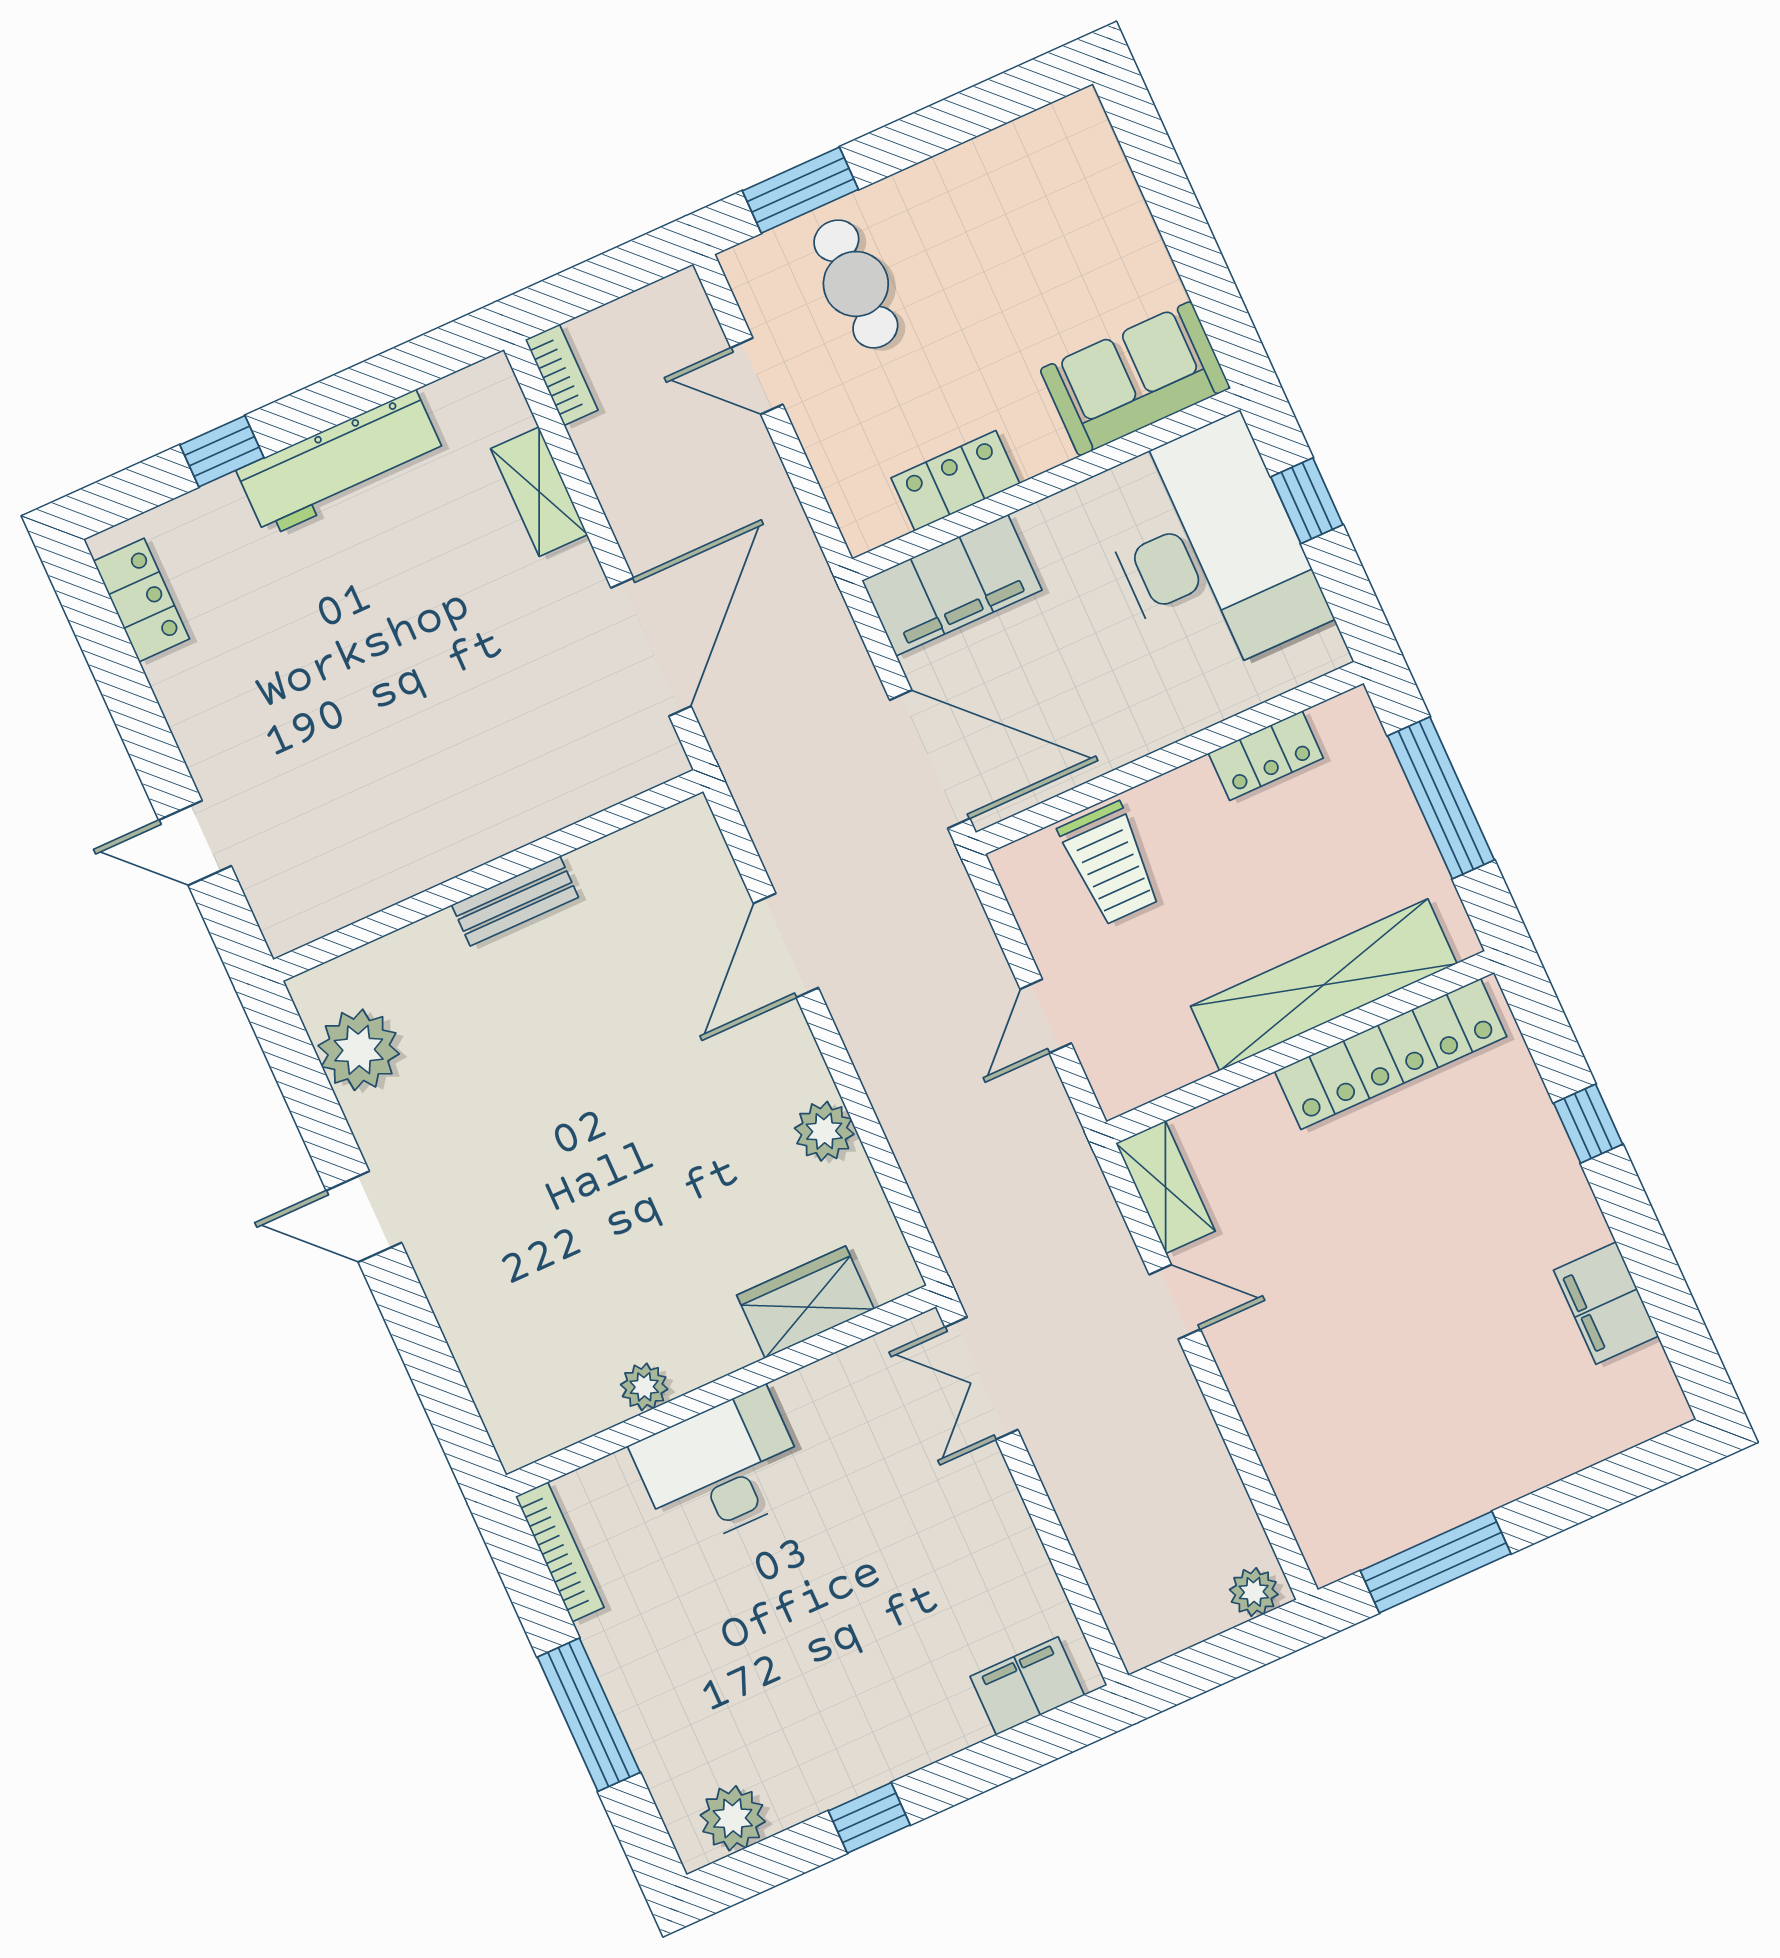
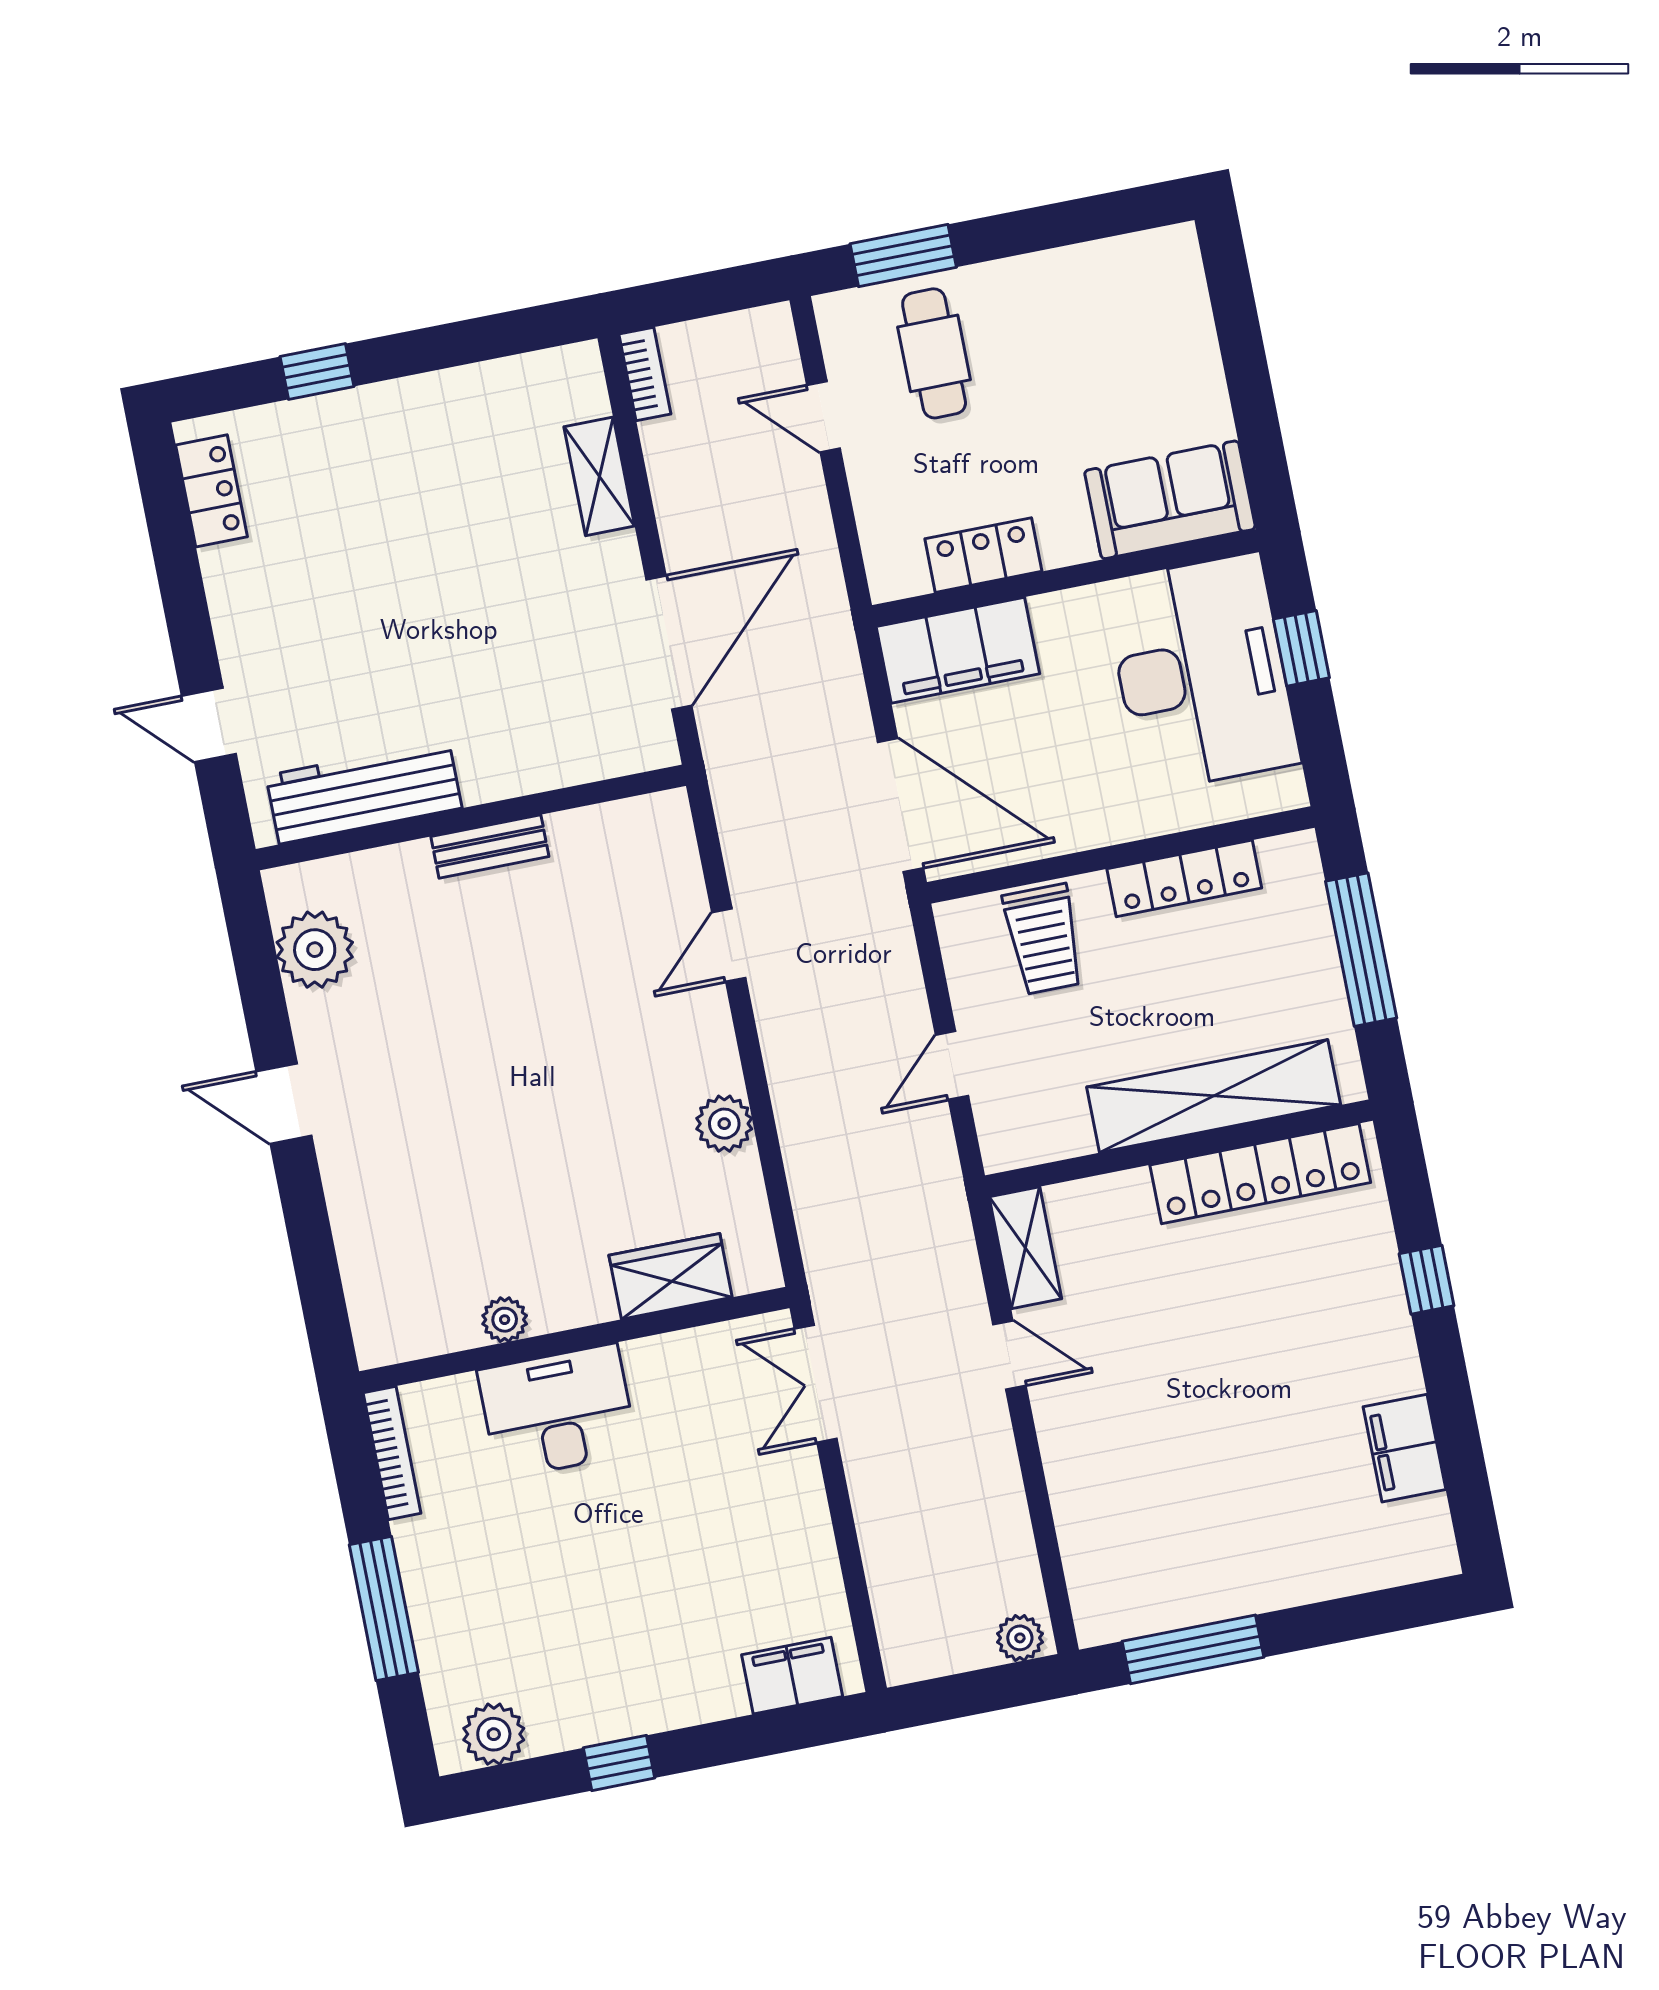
workbench: (341, 464) -> (364, 792), moved, turned 180
locker: (1266, 756) -> (1184, 878), width x1.53
door: (786, 946) -> (729, 945), width x0.73

